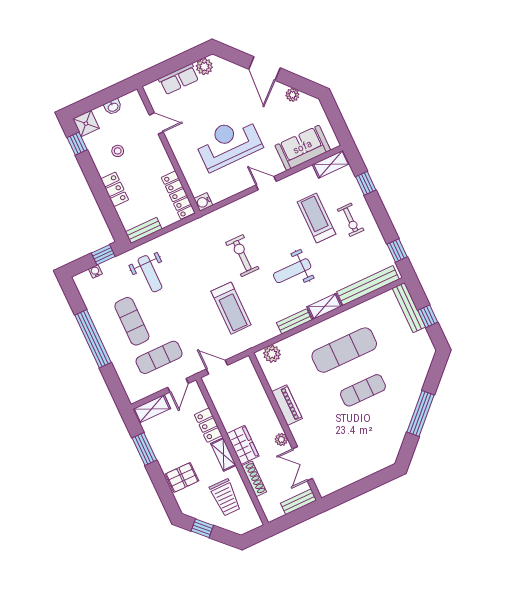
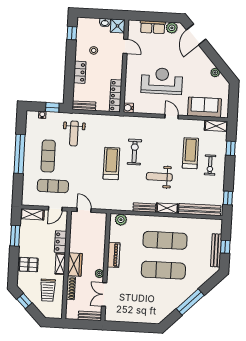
door: (265, 69) -> (196, 35), moved
shower: (86, 124) -> (118, 26), moved
treadmill: (231, 308) -> (111, 163), moved, turned 180
bench: (409, 308) -> (216, 250), moved
exercise mat: (363, 390) -> (163, 270), width x1.36, depth x1.45

